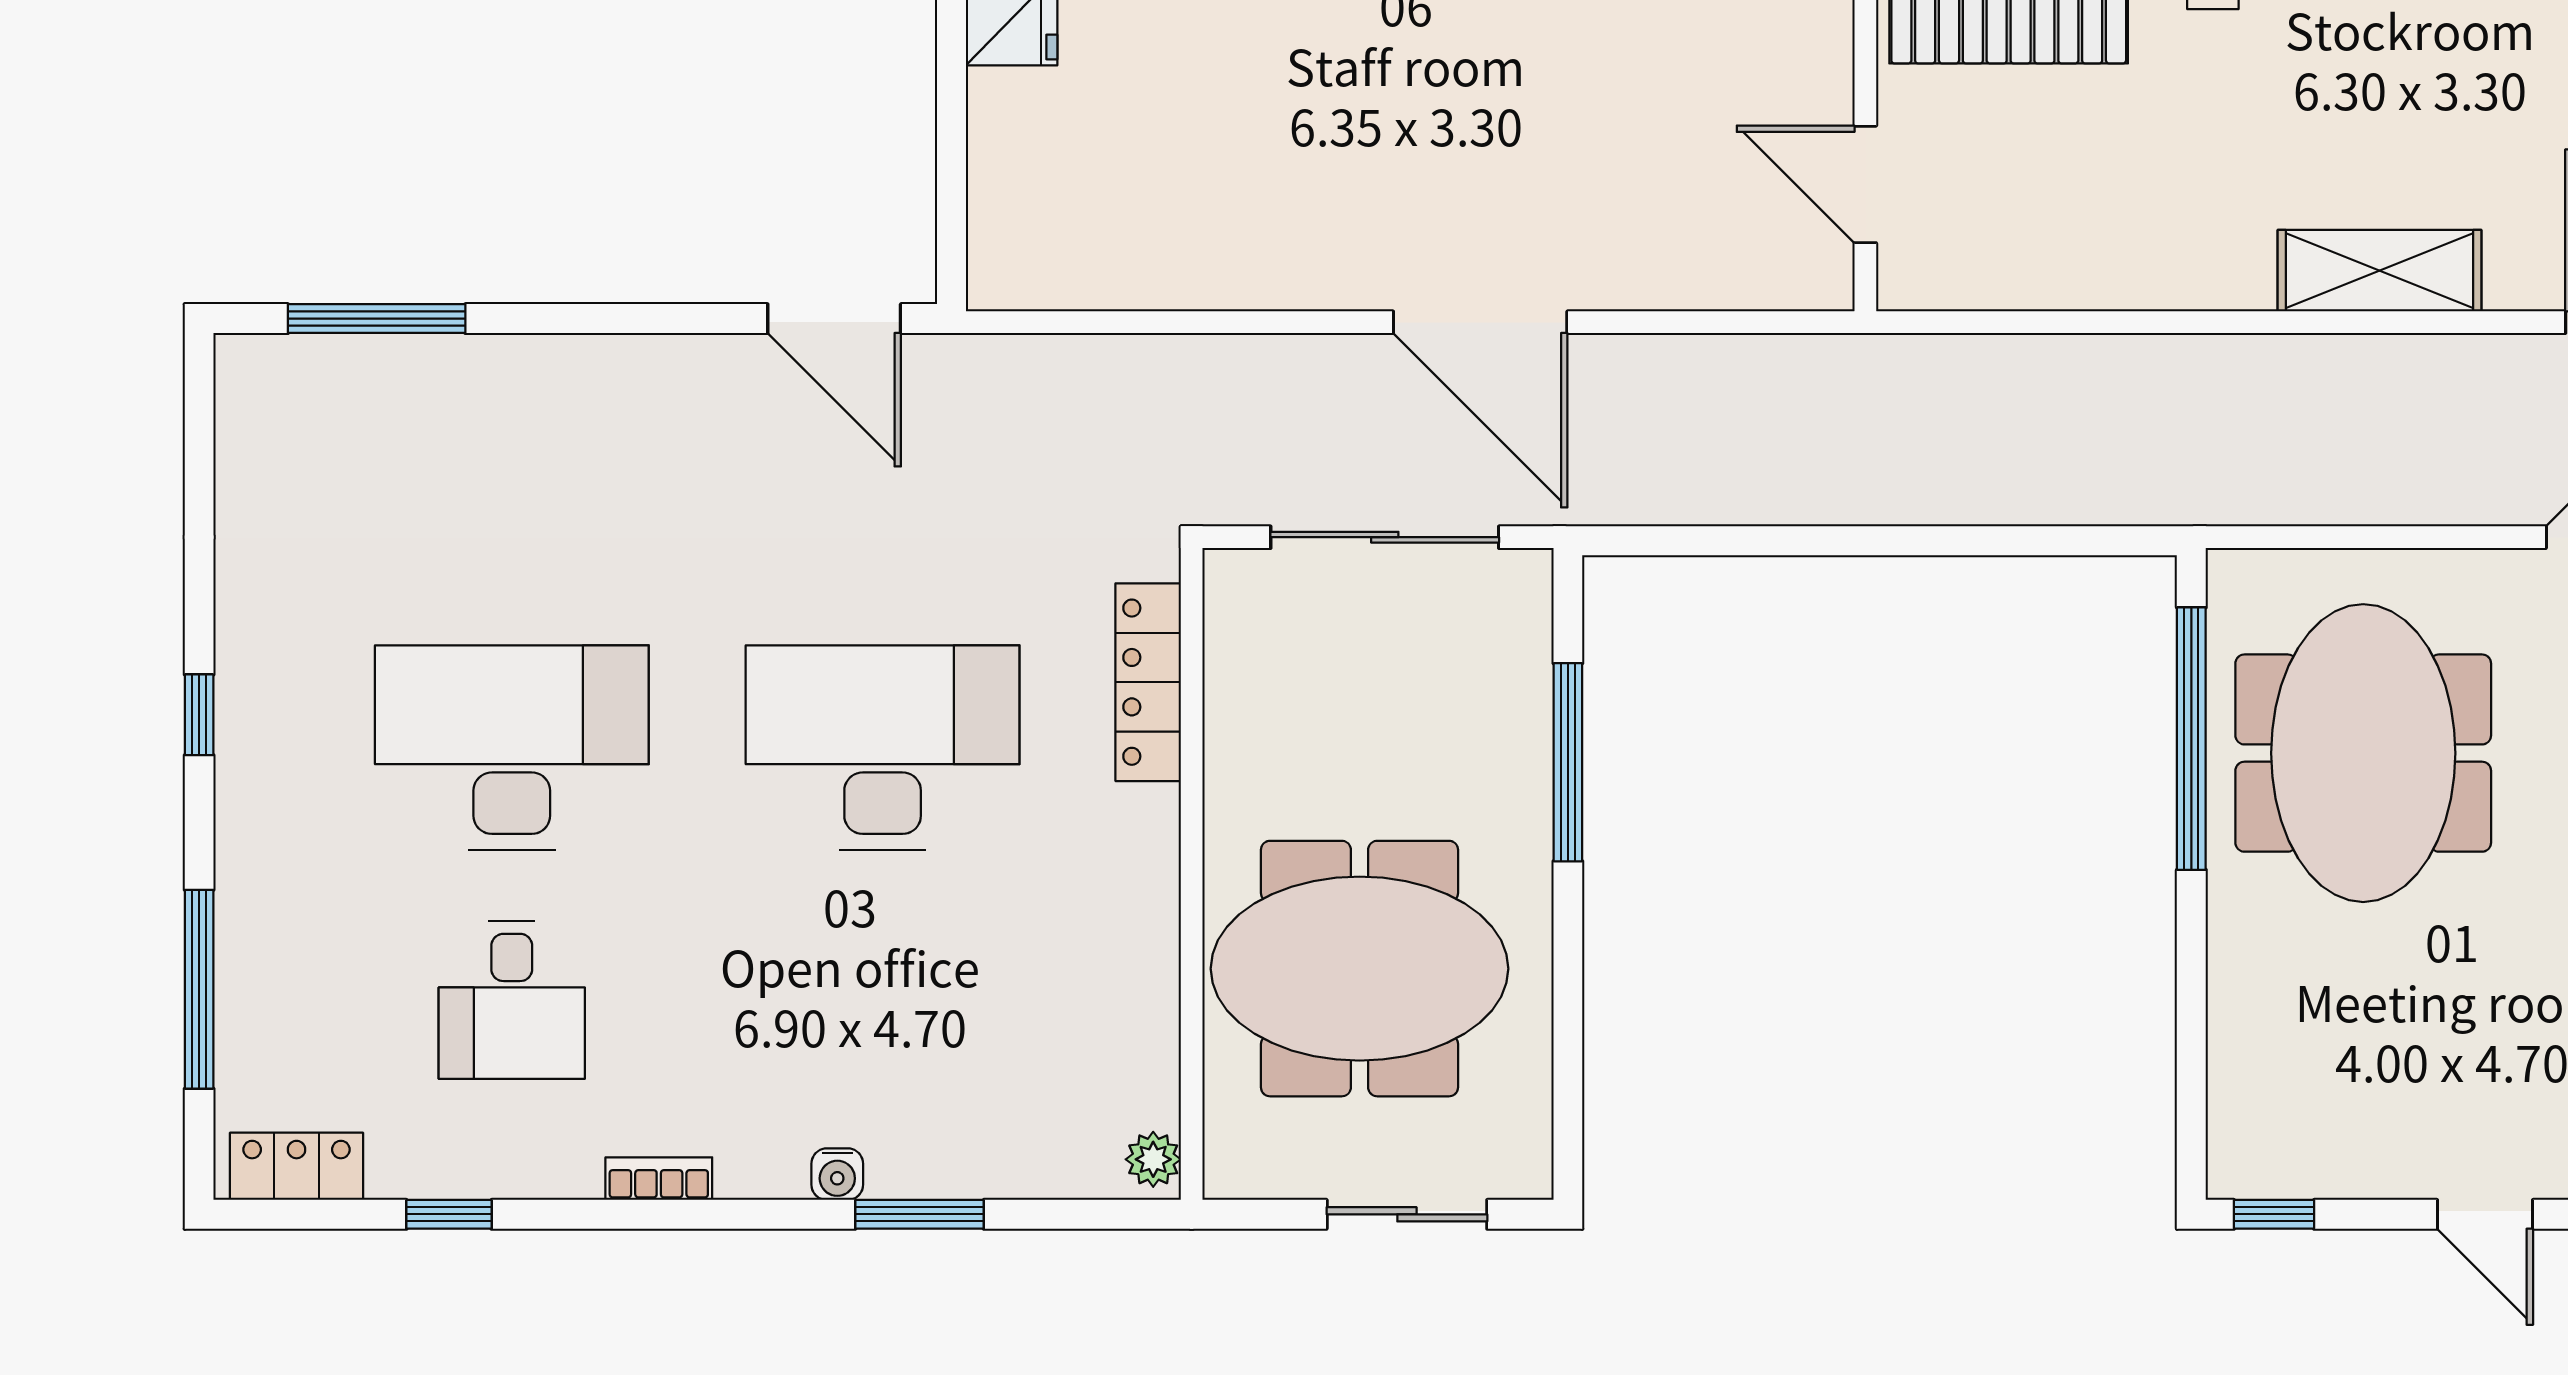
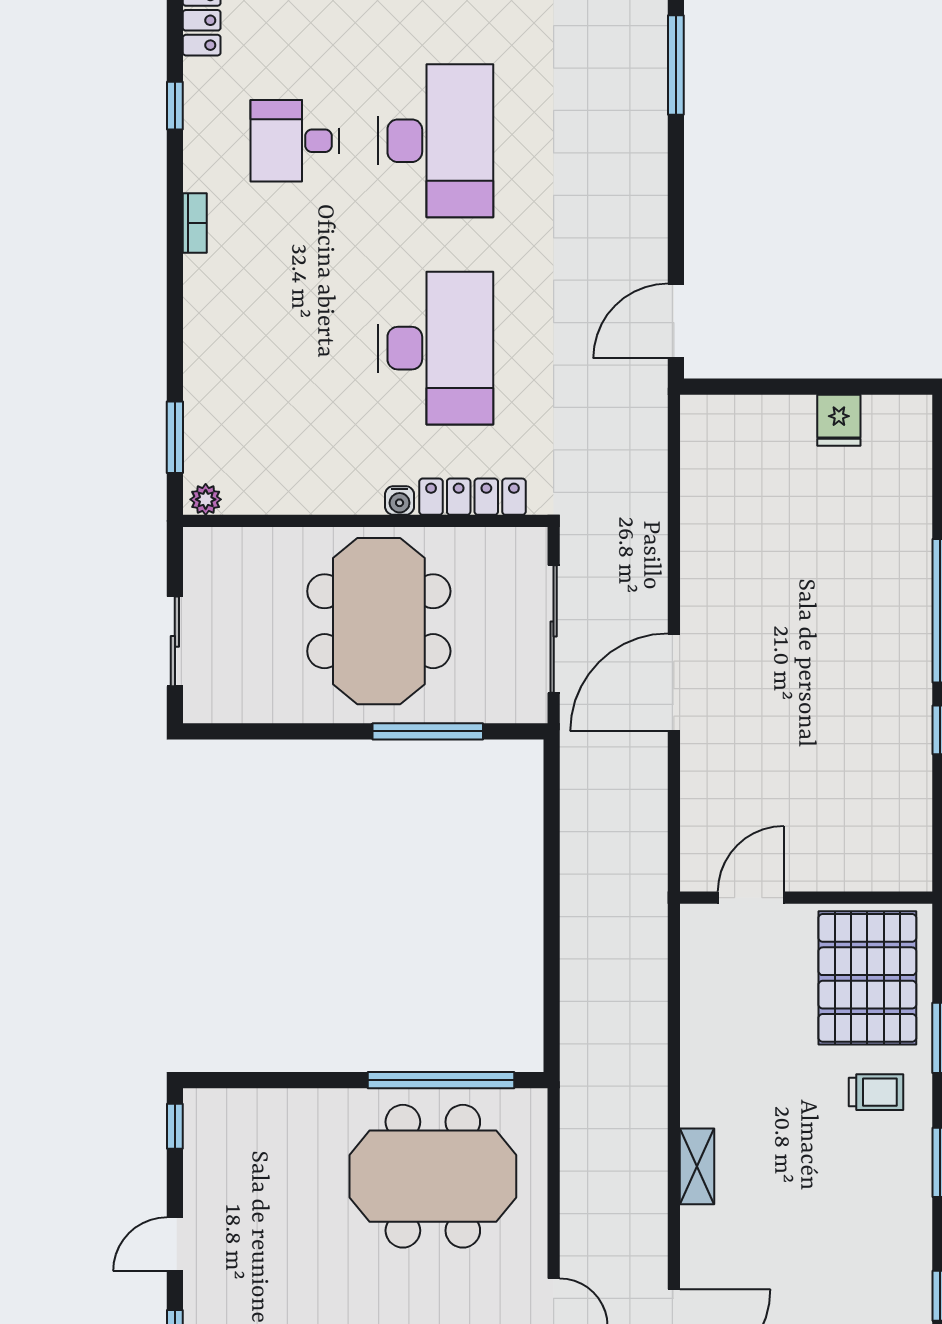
shelving: (2380, 271) -> (697, 1166), width x0.67, depth x0.75
meeting table: (1360, 969) -> (379, 621), moved
water cooler: (837, 1174) -> (400, 500), moved, turned -90
window: (919, 1214) -> (175, 437), moved

